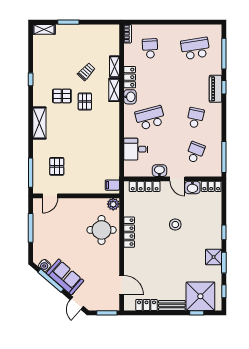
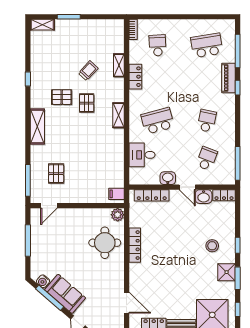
piano: (215, 89) -> (229, 78), moved
shelving: (114, 90) -> (118, 115), moved
washbasin: (130, 97) -> (136, 98), removed
stool: (175, 225) -> (212, 246), moved

